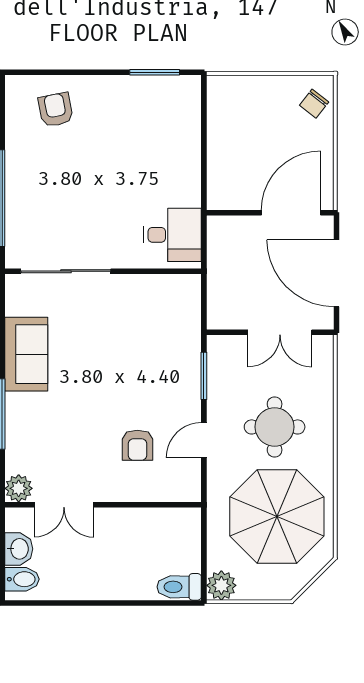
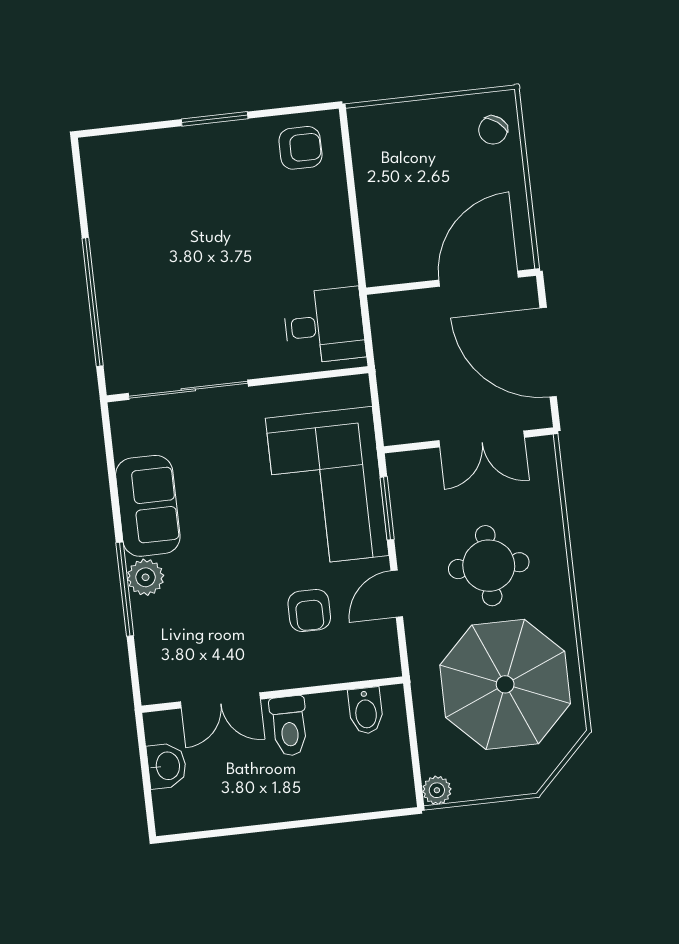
window: (155, 72) -> (215, 119), moved
armchair: (56, 110) -> (300, 148), moved, turned 101
corner sofa: (161, 355) -> (327, 487), added
plant: (19, 488) -> (146, 577), moved
bidet: (22, 579) -> (366, 711), moved, turned 90
plant: (221, 585) -> (437, 790), width x0.73, depth x0.73
toilet: (179, 587) -> (289, 726), moved, turned -90

